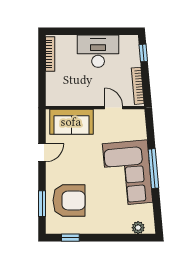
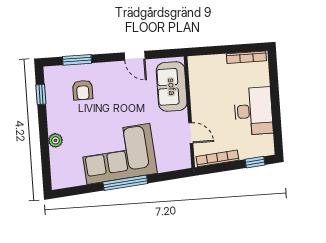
door: (114, 108) -> (191, 133), hinge flipped
armchair: (69, 200) -> (83, 90), width x0.53, depth x0.53
plant: (138, 228) -> (55, 140), moved

